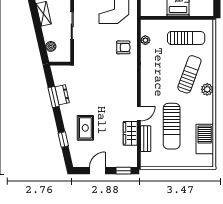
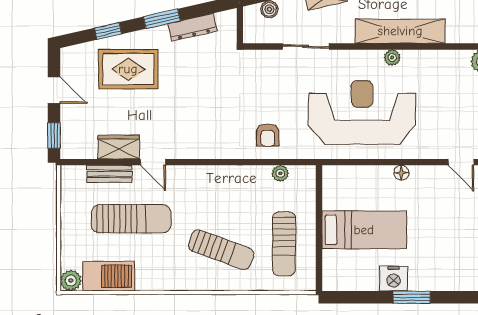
plant: (207, 89) -> (71, 281), moved
dresser: (62, 95) -> (193, 27), width x1.44
window: (54, 97) -> (162, 19), moved
sun lounger: (172, 126) -> (131, 219), turned 180
rug: (85, 128) -> (128, 69), width x1.36, depth x1.43

